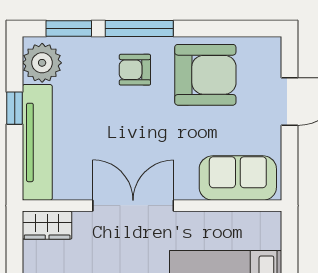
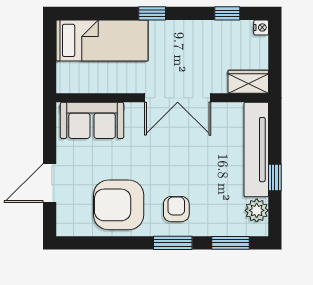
window: (139, 28) -> (173, 243), width x0.69
plant: (42, 63) -> (257, 210), width x0.73, depth x0.73
armchair: (135, 70) -> (176, 209), turned -90

